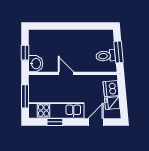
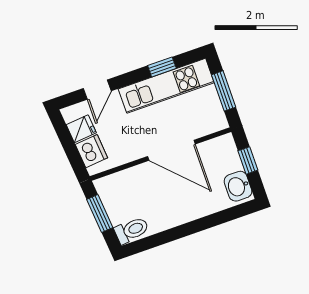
toilet: (106, 56) -> (132, 230), moved
washbasin: (36, 64) -> (238, 186), moved
door: (66, 73) -> (171, 150), width x1.88

